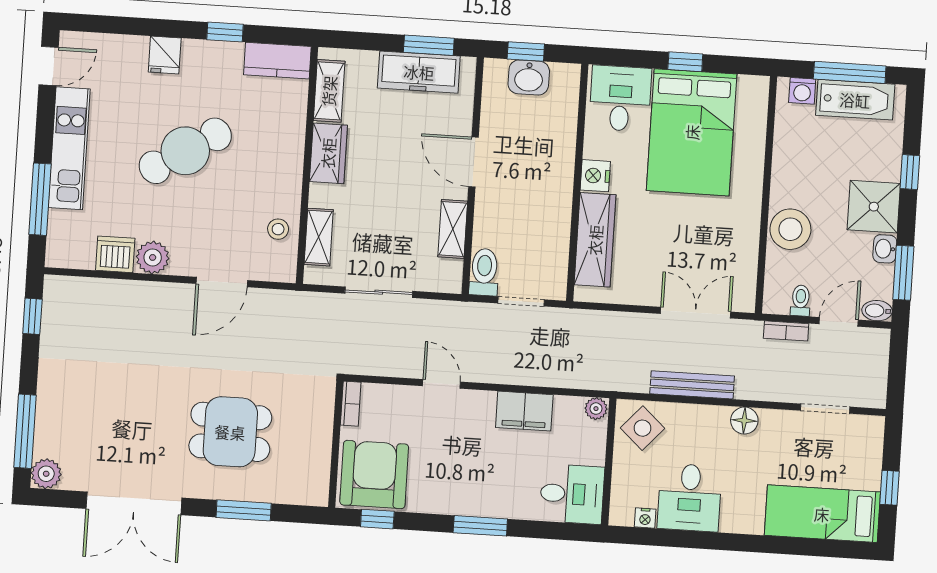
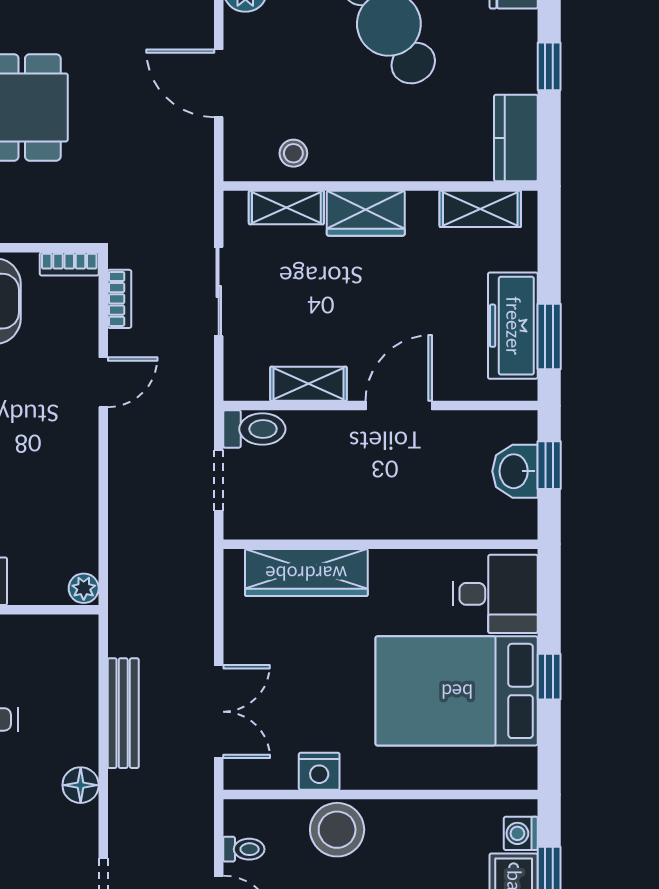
wardrobe: (328, 153) -> (366, 213), moved
nightstand: (595, 176) -> (319, 771), moved, turned 180
bookcase: (786, 331) -> (119, 299), moved, turned 180
filing cabinet: (524, 411) -> (74, 494), removed
side table: (642, 428) -> (62, 651), removed

